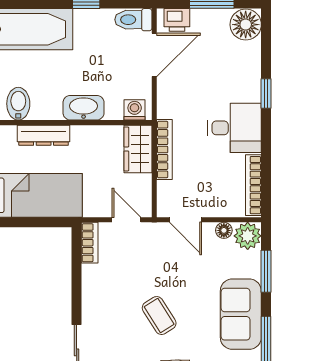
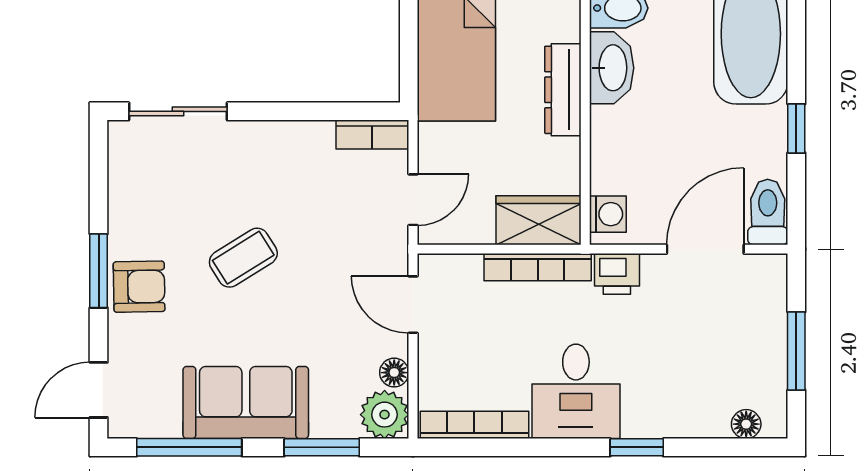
printer: (177, 20) -> (617, 274), moved, turned -90
floor lamp: (246, 25) -> (746, 424), width x0.53, depth x0.53
door: (154, 55) -> (705, 249), swing flipped
washbasin: (84, 108) -> (612, 68), moved
dresser: (44, 135) -> (563, 90), moved
door: (186, 220) -> (413, 305), hinge flipped

